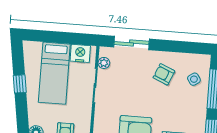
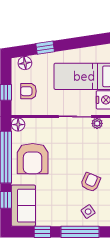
window: (20, 84) -> (45, 48), moved

